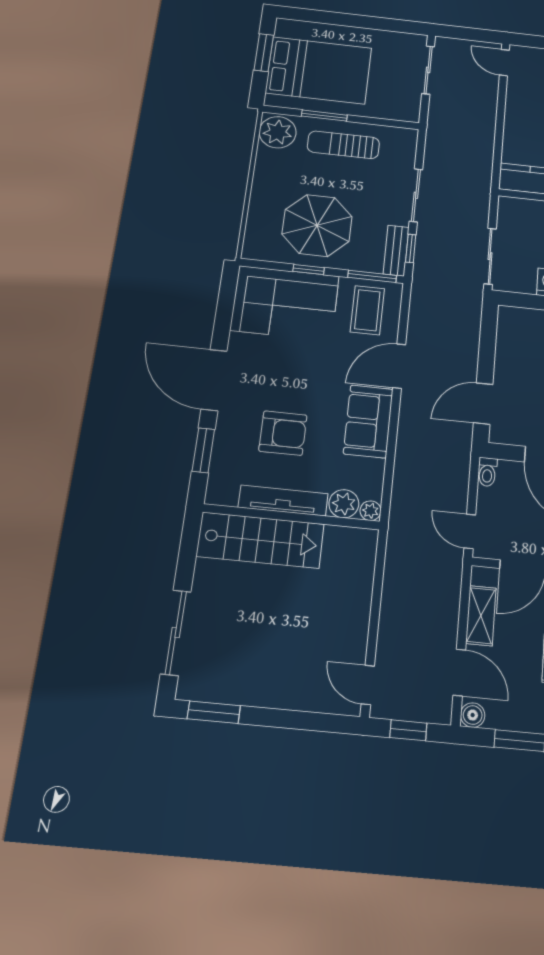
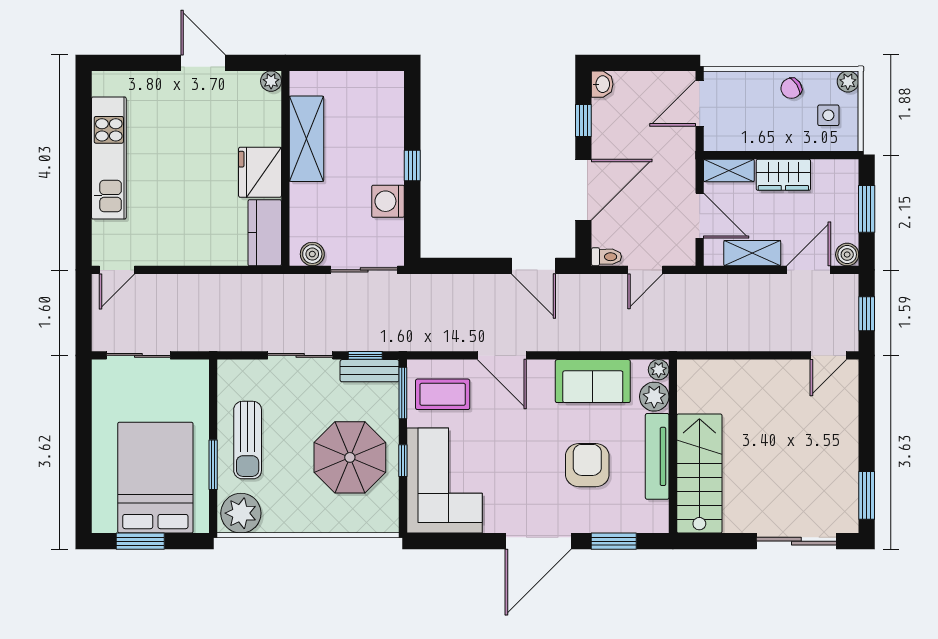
boiler: (508, 215) -> (312, 254), added
sofa: (368, 421) -> (593, 381), moved
door: (470, 531) -> (645, 270), moved

